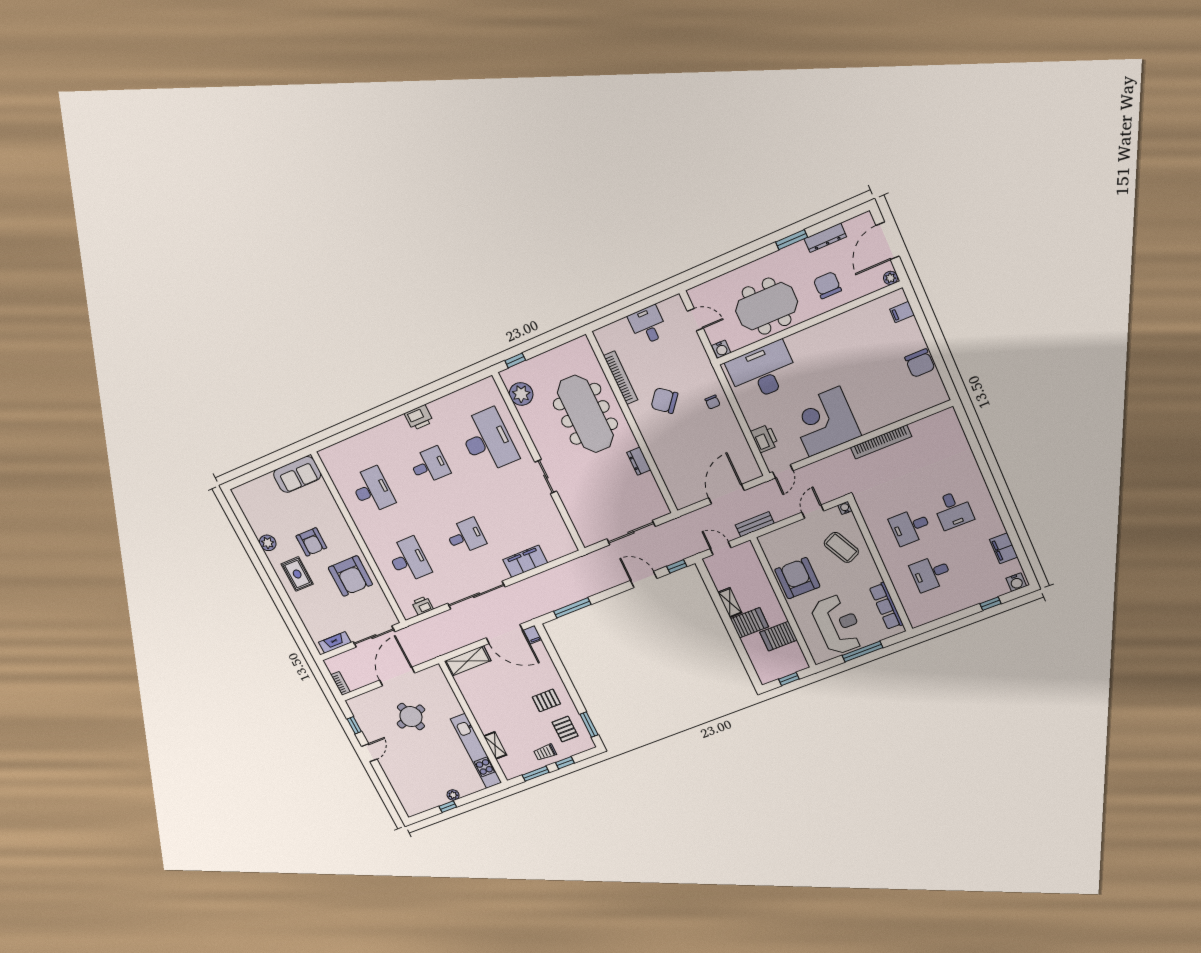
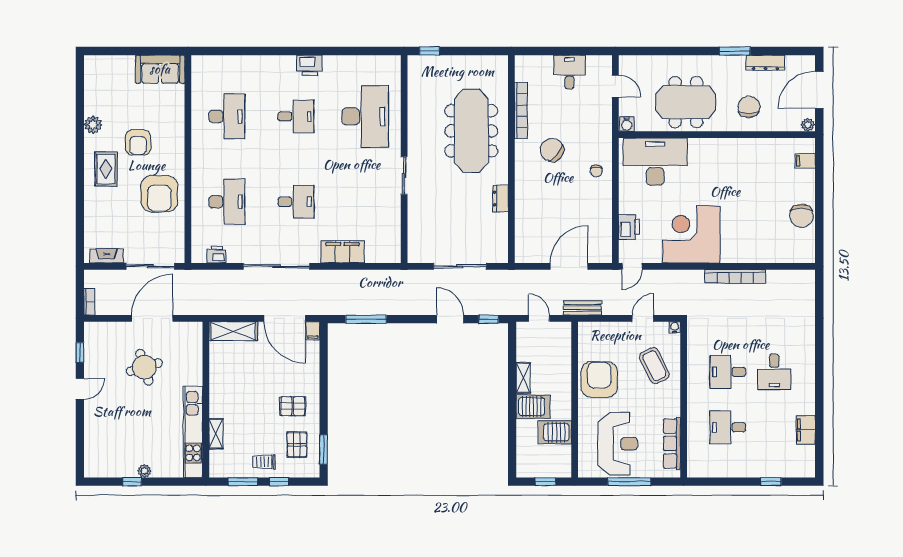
plant: (521, 394) -> (419, 85), removed
water cooler: (1016, 582) -> (804, 470), removed

